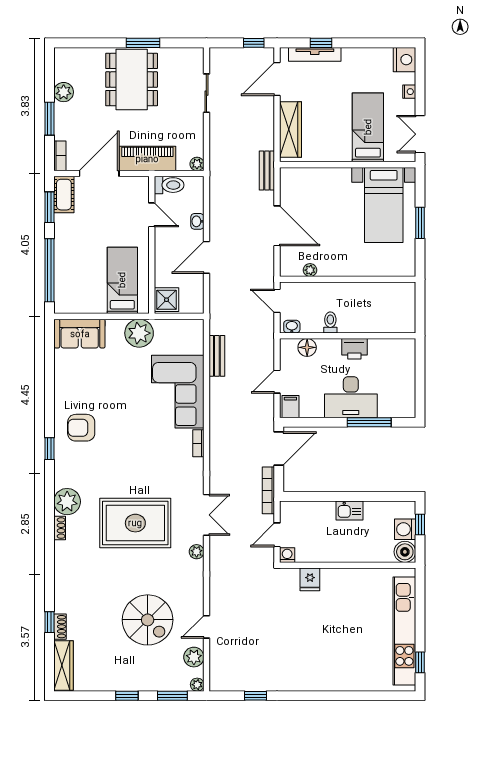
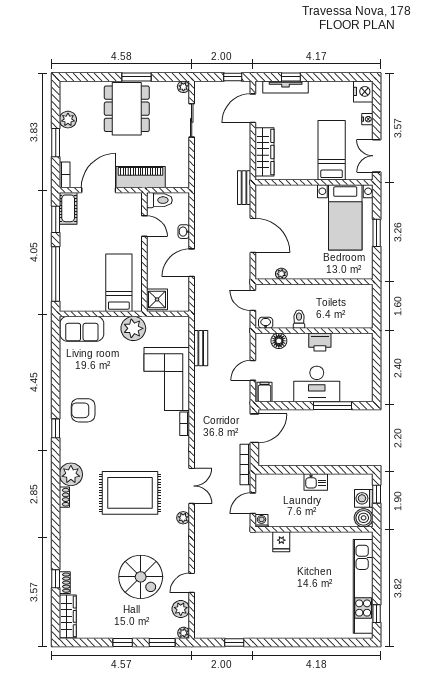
plant: (197, 164) -> (183, 87), moved

